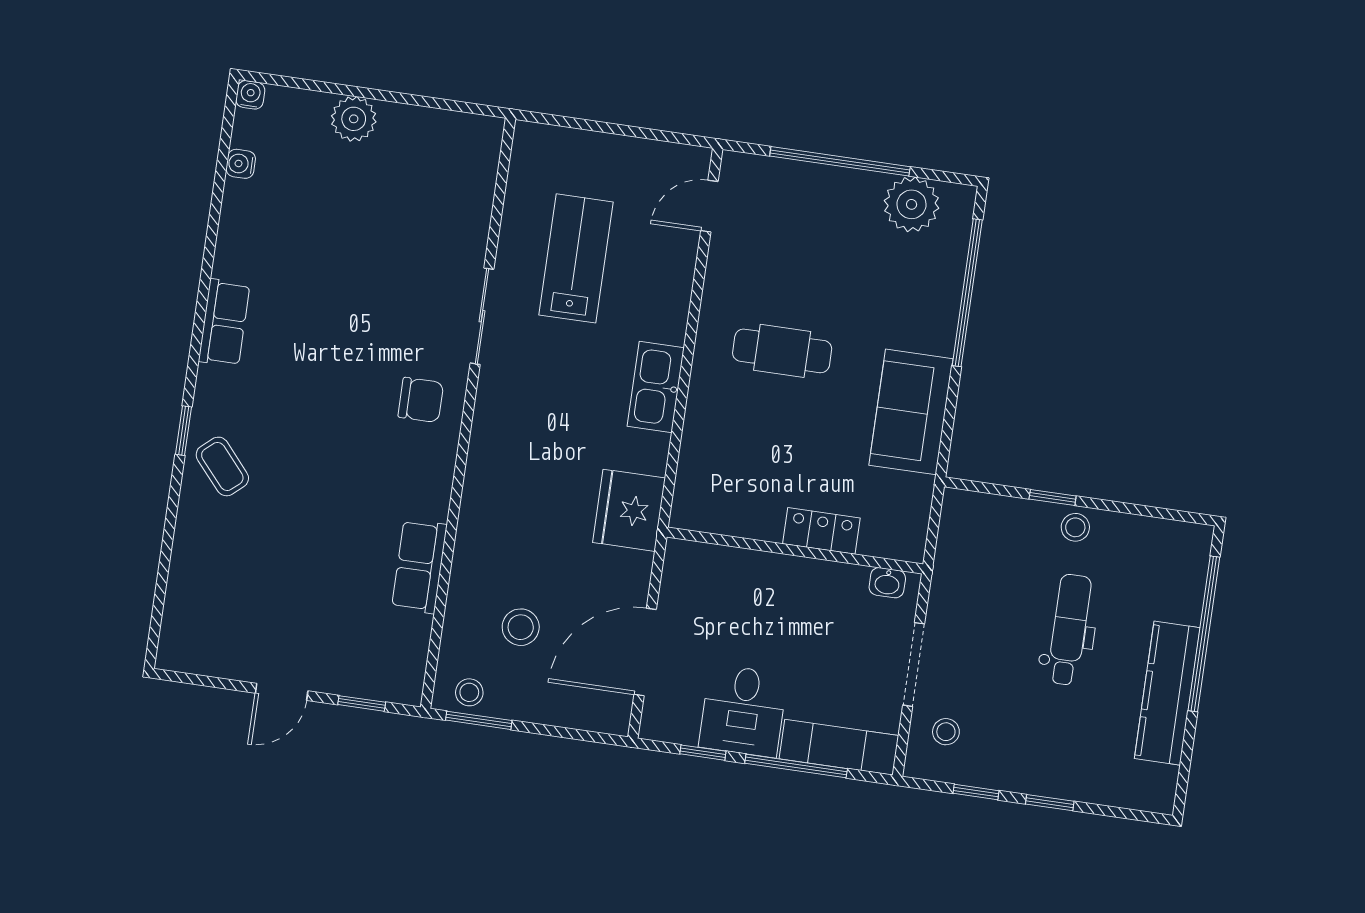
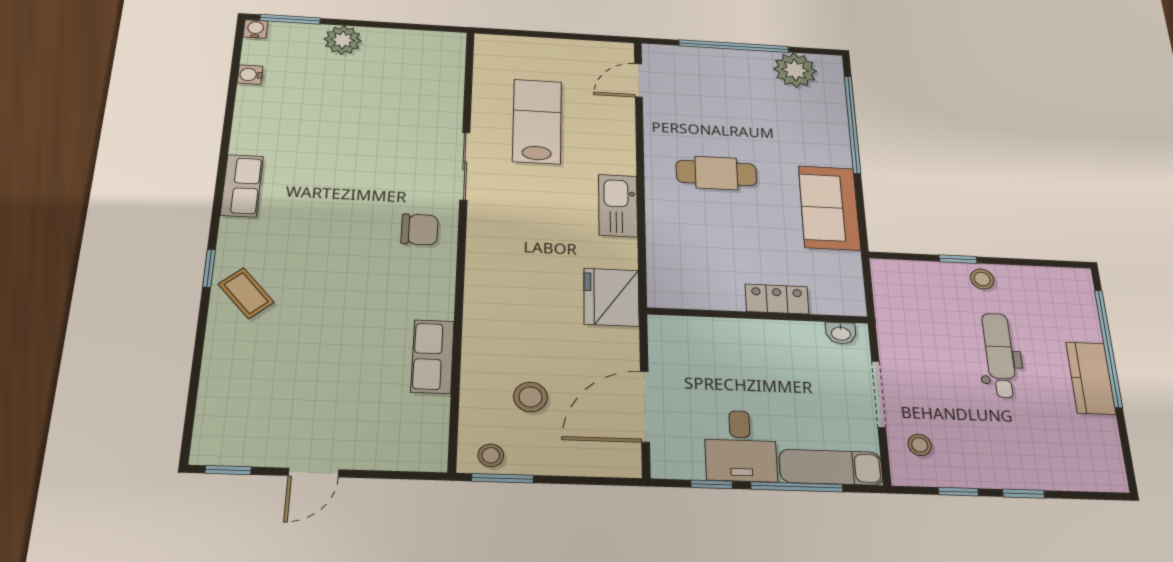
window: (293, 82) -> (290, 19), added
kitchen counter: (1167, 693) -> (1091, 378), width x0.67
window: (362, 703) -> (228, 470), moved

